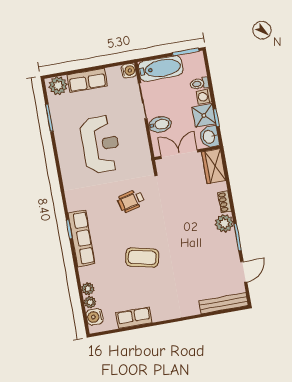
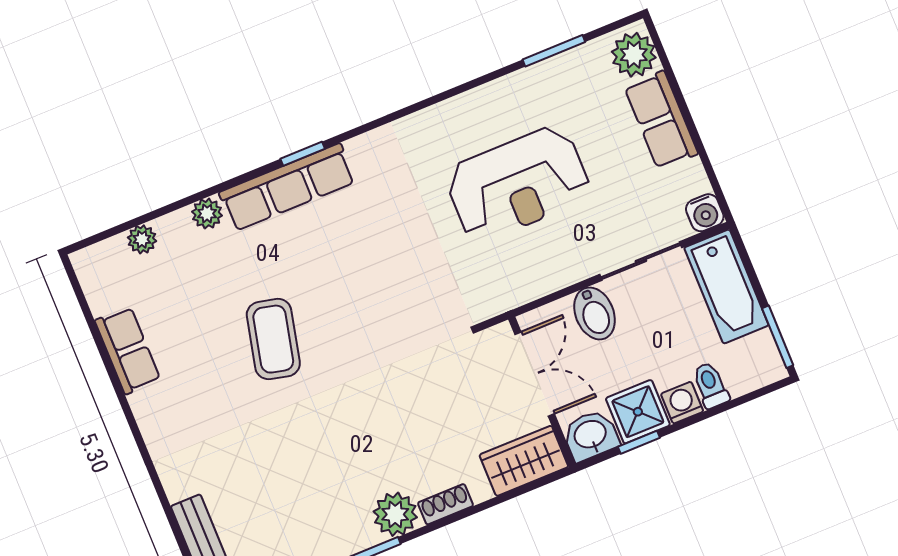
wheelchair: (131, 201) -> (400, 284), removed
plant: (88, 289) -> (207, 214), moved
water cooler: (95, 317) -> (110, 257), removed

